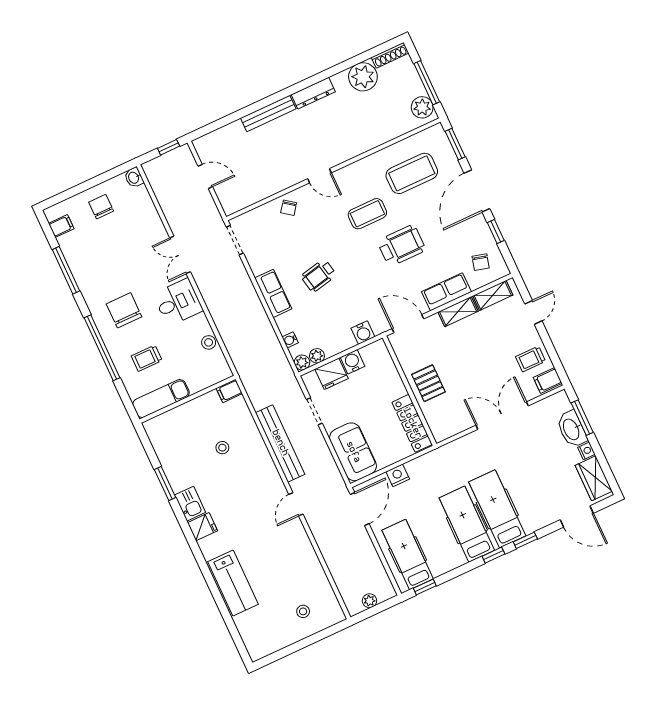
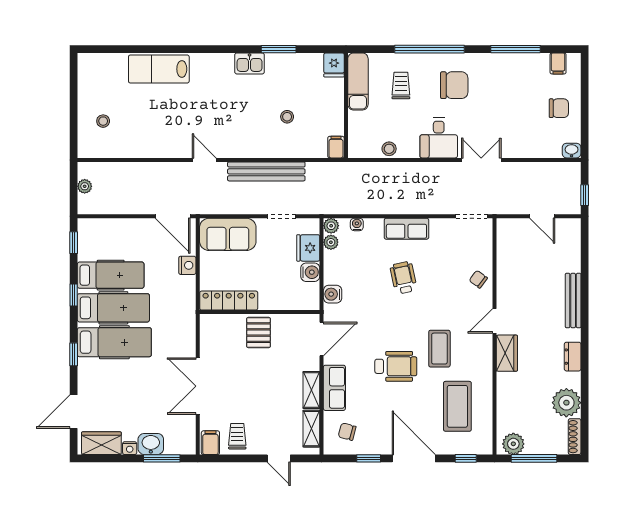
dresser: (313, 93) -> (573, 357), width x0.70
window: (455, 144) -> (466, 458), width x0.67
wardrobe: (343, 151) -> (507, 353), added
door: (205, 176) -> (542, 216), hinge flipped
wheelchair: (401, 246) -> (396, 366), turned -90
pallet: (428, 383) -> (258, 333), turned 90
double door: (502, 416) -> (198, 386), swing flipped
washbasin: (572, 429) -> (151, 444), width x0.72
fridge: (202, 527) -> (334, 65), moved
hospital bed: (408, 555) -> (111, 275), moved
window: (493, 555) -> (74, 295), moved

